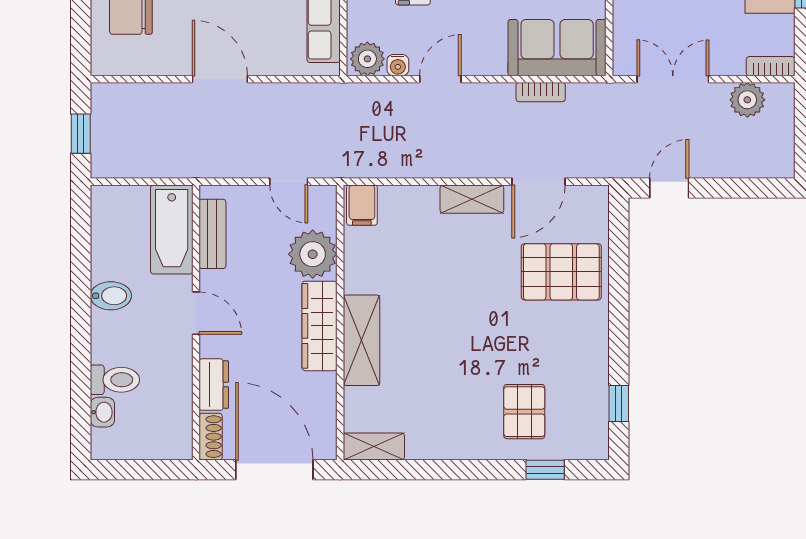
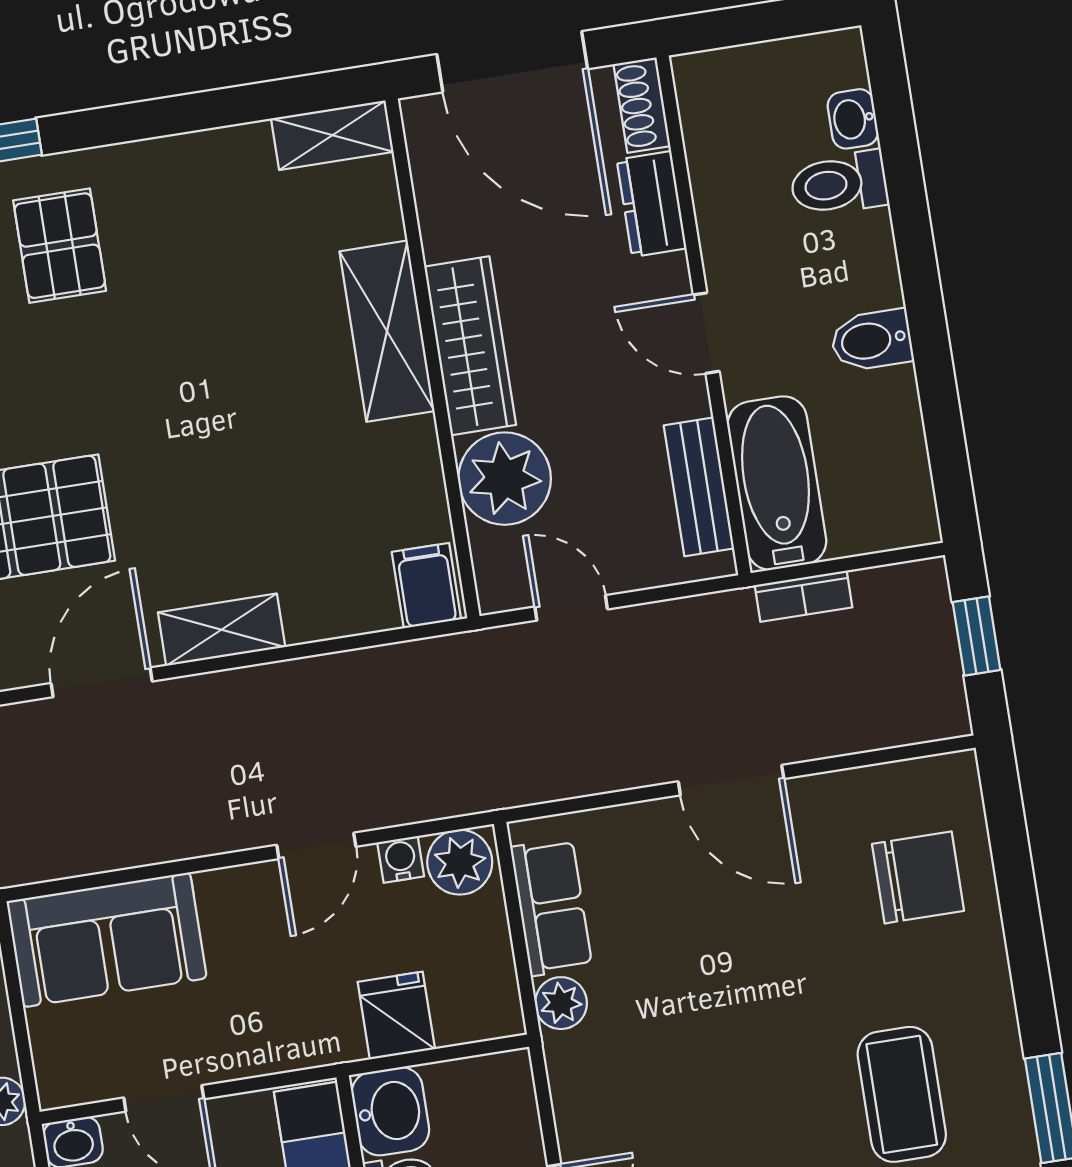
bookcase: (541, 92) -> (803, 596), moved, turned 180

